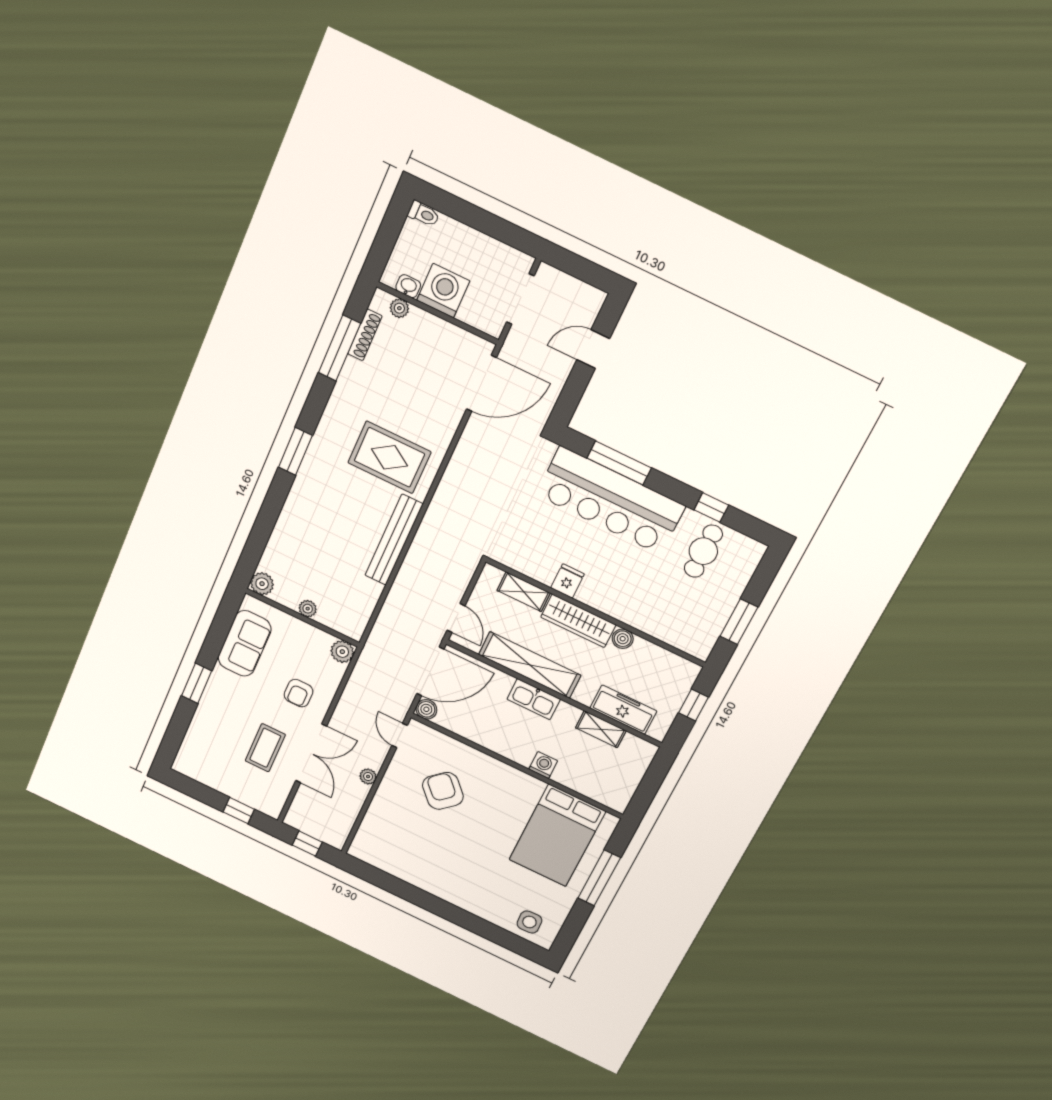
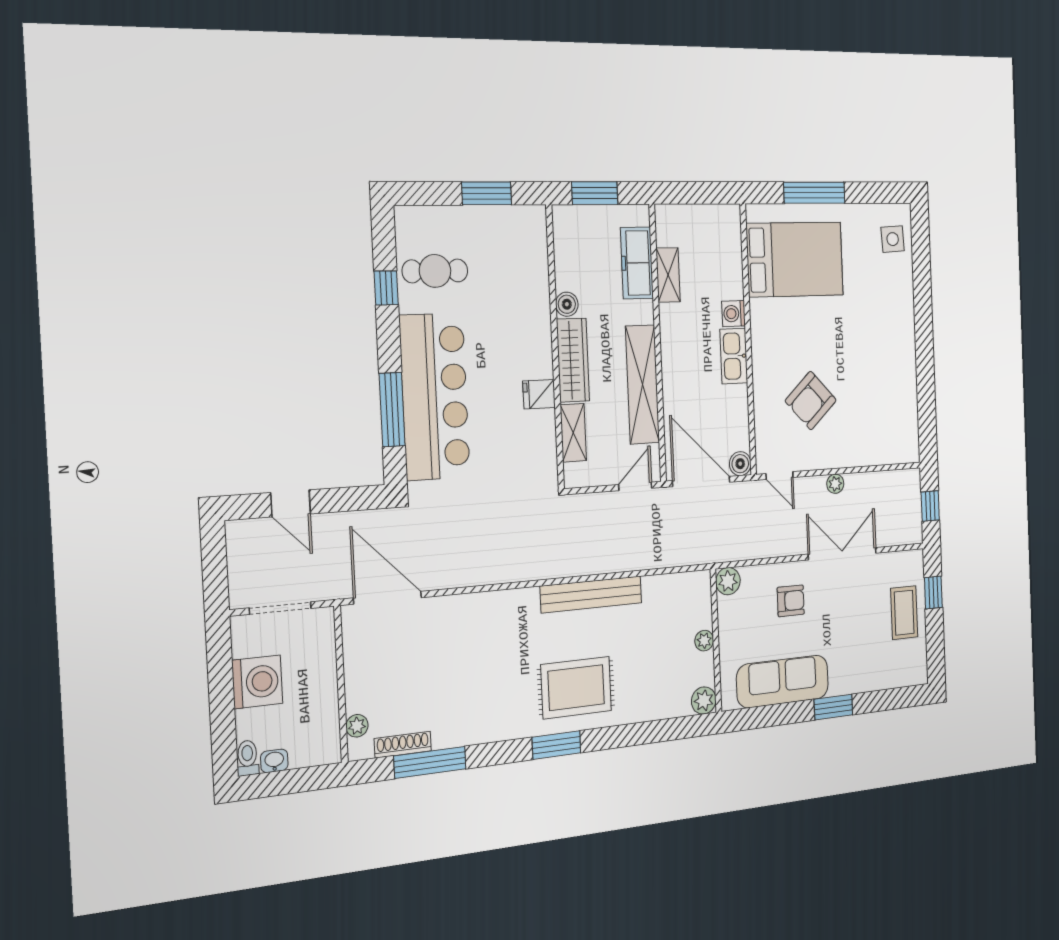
washbasin: (408, 286) -> (274, 761), moved, turned 90
washing machine: (443, 291) -> (257, 682), moved, turned 180
rug: (389, 457) -> (576, 688), moved, turned 90
sofa: (245, 643) -> (783, 681), width x1.36
kitchen sink: (534, 699) -> (734, 356), moved, turned 180
window: (693, 705) -> (595, 193), width x1.50
door: (400, 736) -> (780, 476), hinge flipped
coffee table: (265, 748) -> (904, 613), moved, turned 90

